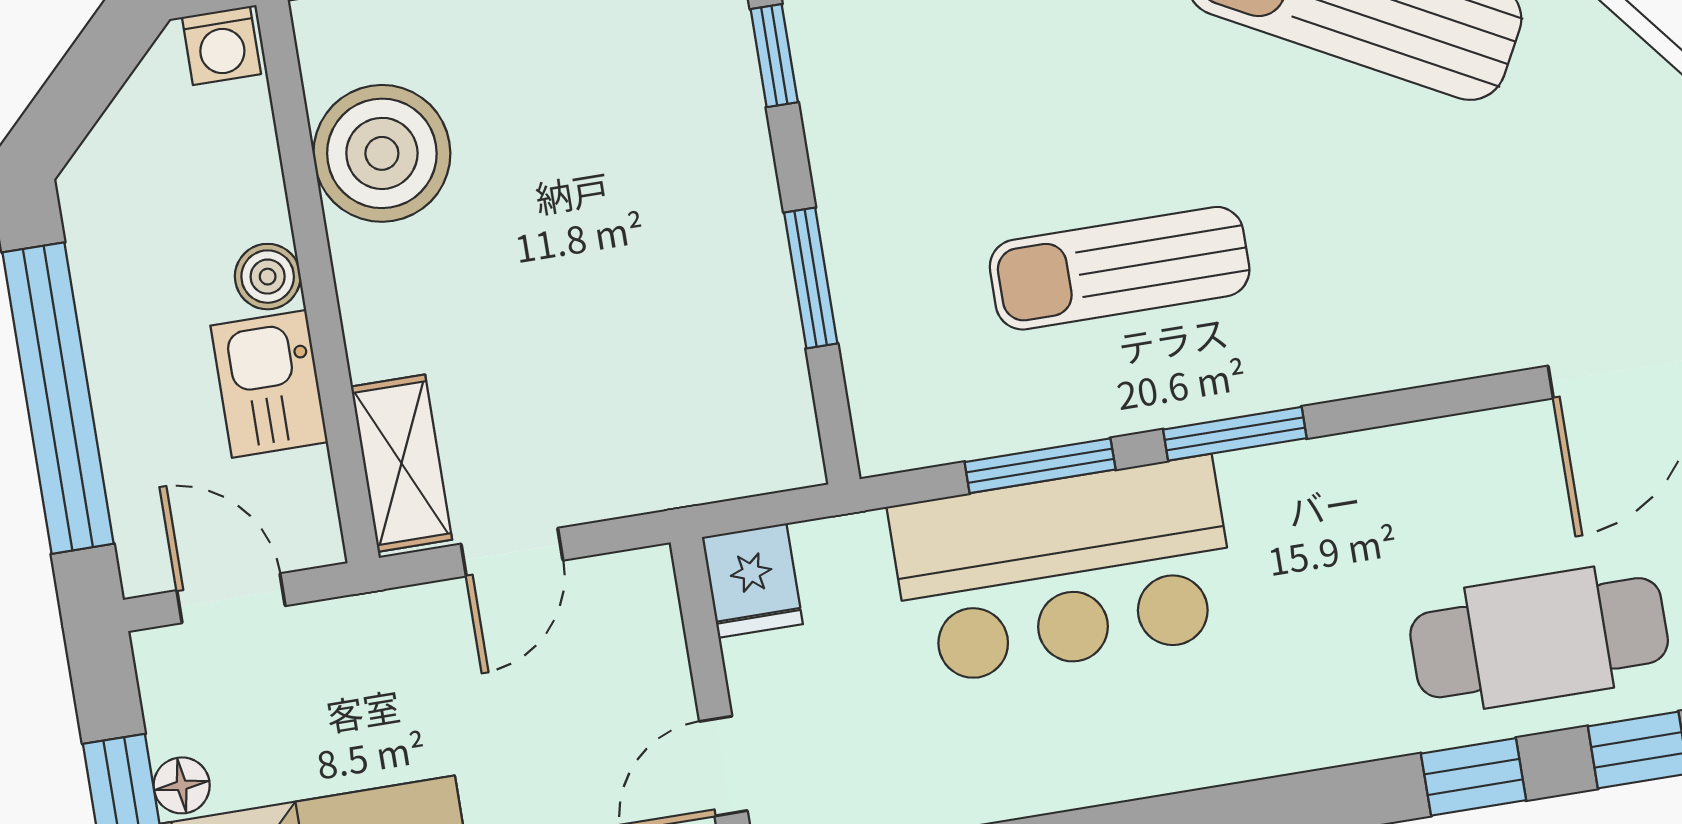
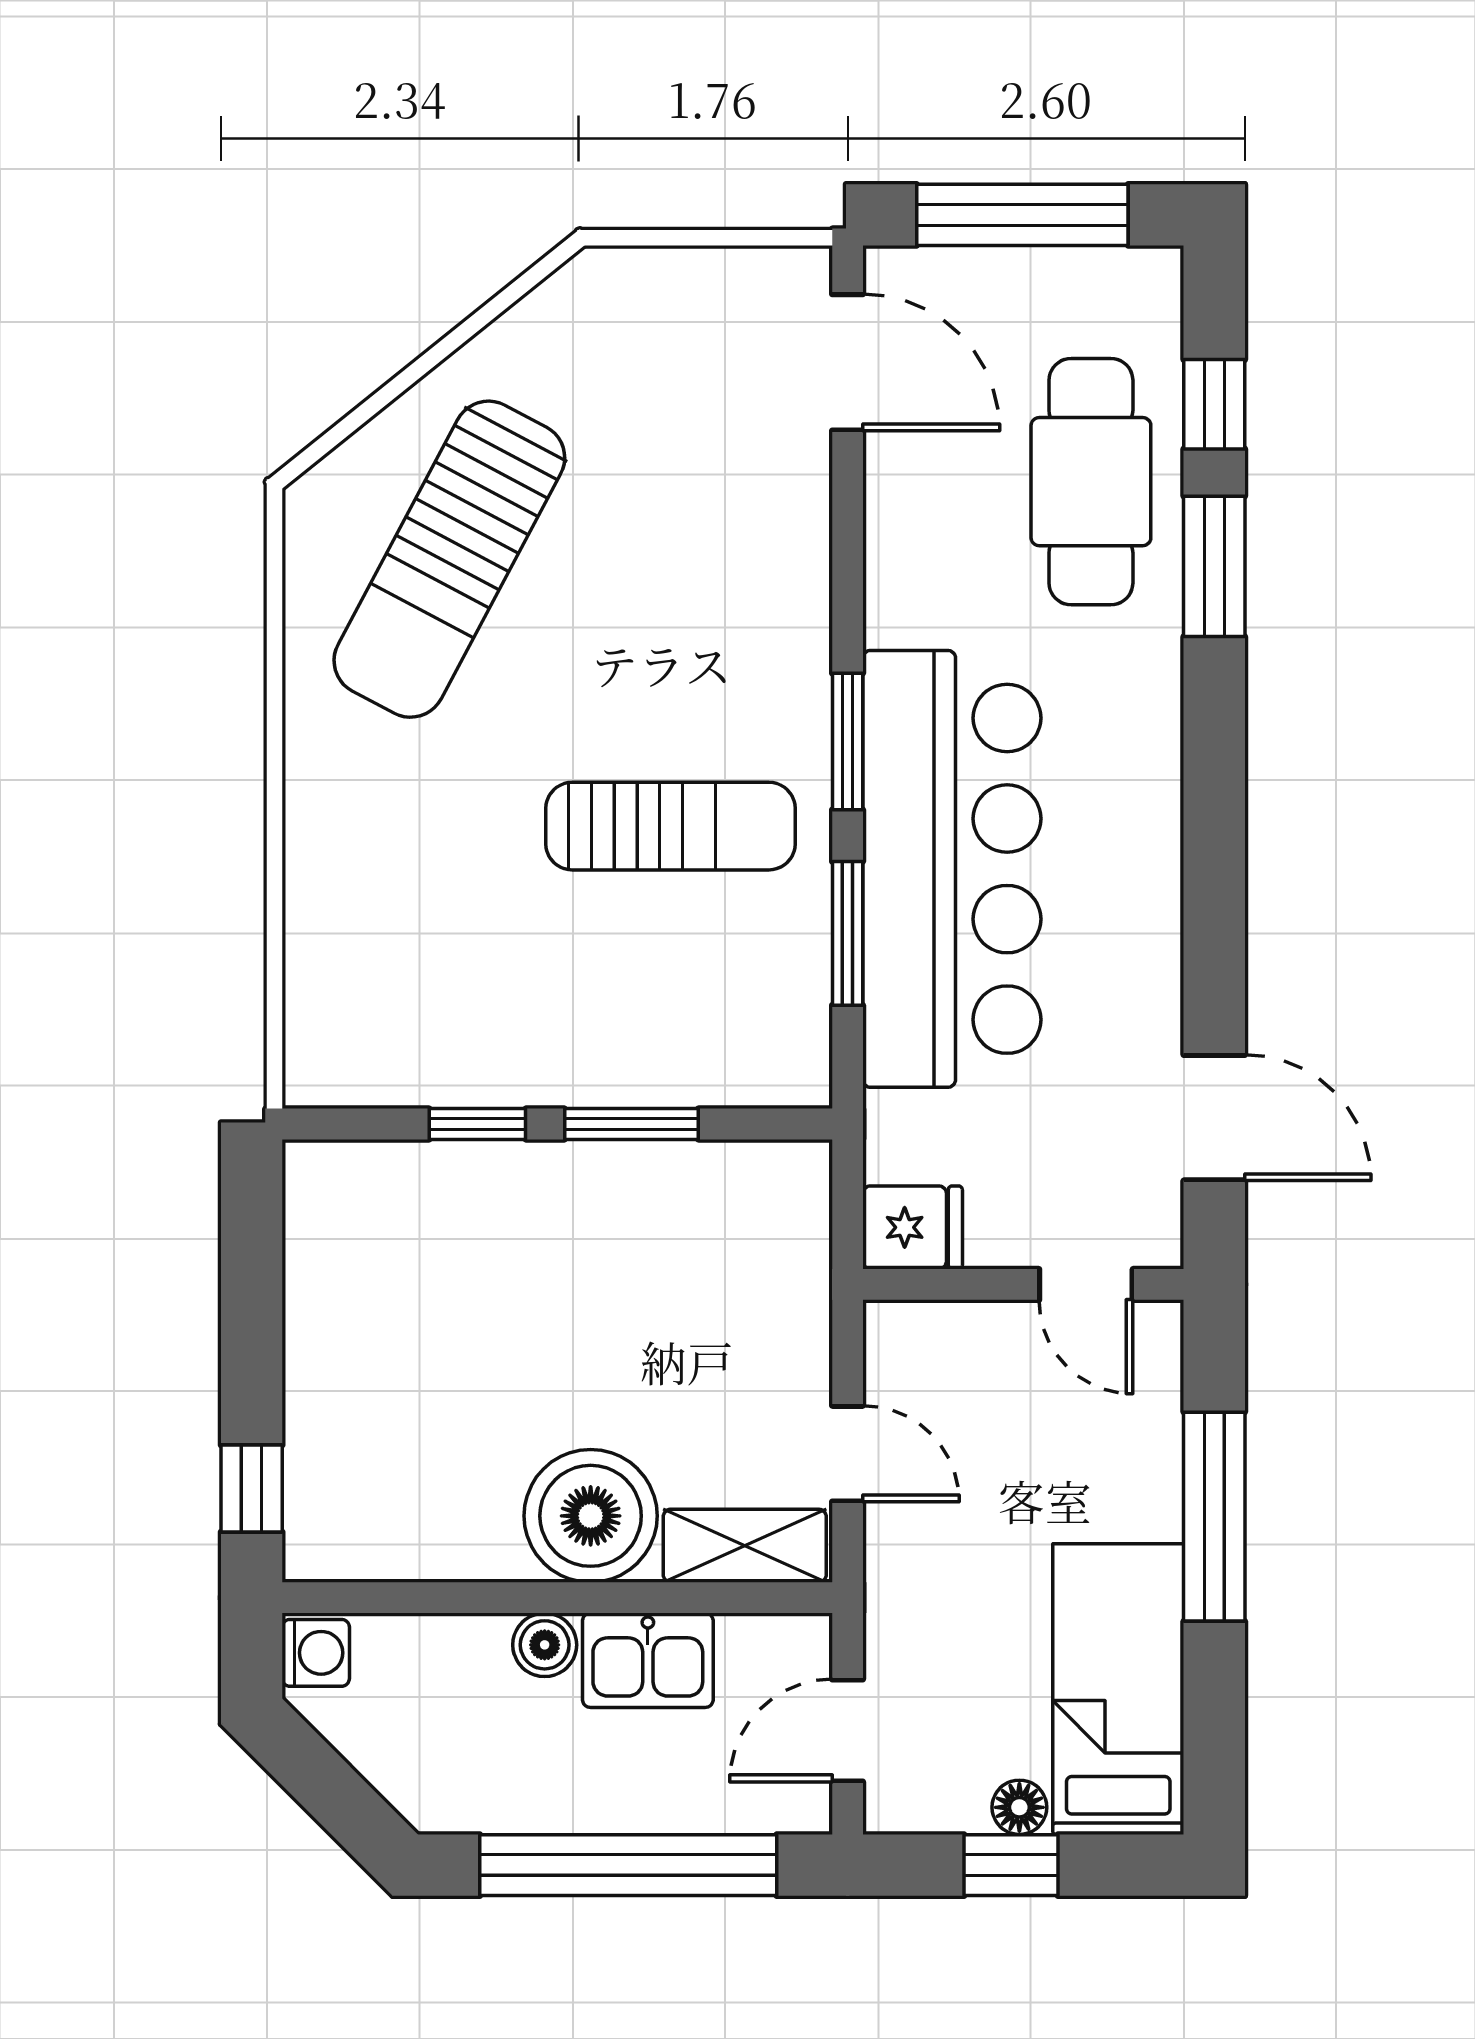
window: (774, 56) -> (477, 1124), moved
boiler: (382, 153) -> (591, 1516), moved
sun lounger: (1120, 268) -> (671, 826), turned -90
bar counter: (1064, 571) -> (952, 869), width x1.36
window: (1474, 777) -> (1214, 566), width x1.50

